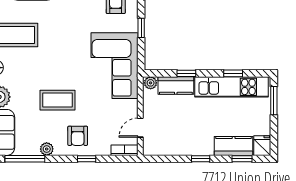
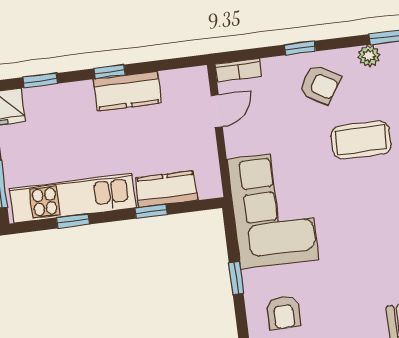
plant: (151, 83) -> (209, 188), removed
armchair: (78, 136) -> (320, 84), turned 121
kitchen counter: (234, 146) -> (127, 91), moved

